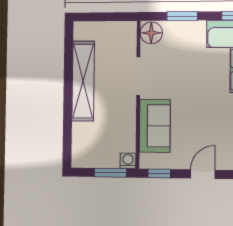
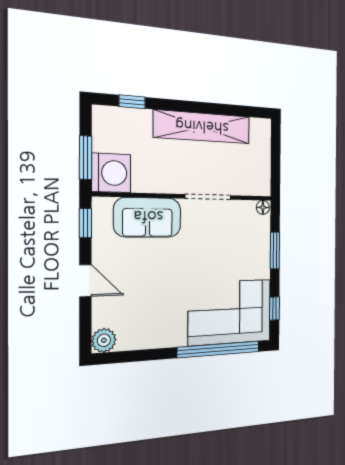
floor lamp: (151, 33) -> (263, 207), width x0.53, depth x0.53
window: (67, 137) -> (132, 102), added
washing machine: (128, 161) -> (111, 173), width x1.89, depth x1.89

